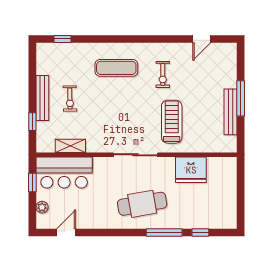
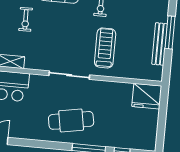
exercise bike: (70, 99) -> (26, 19), moved
fridge: (191, 170) -> (147, 96), moved

